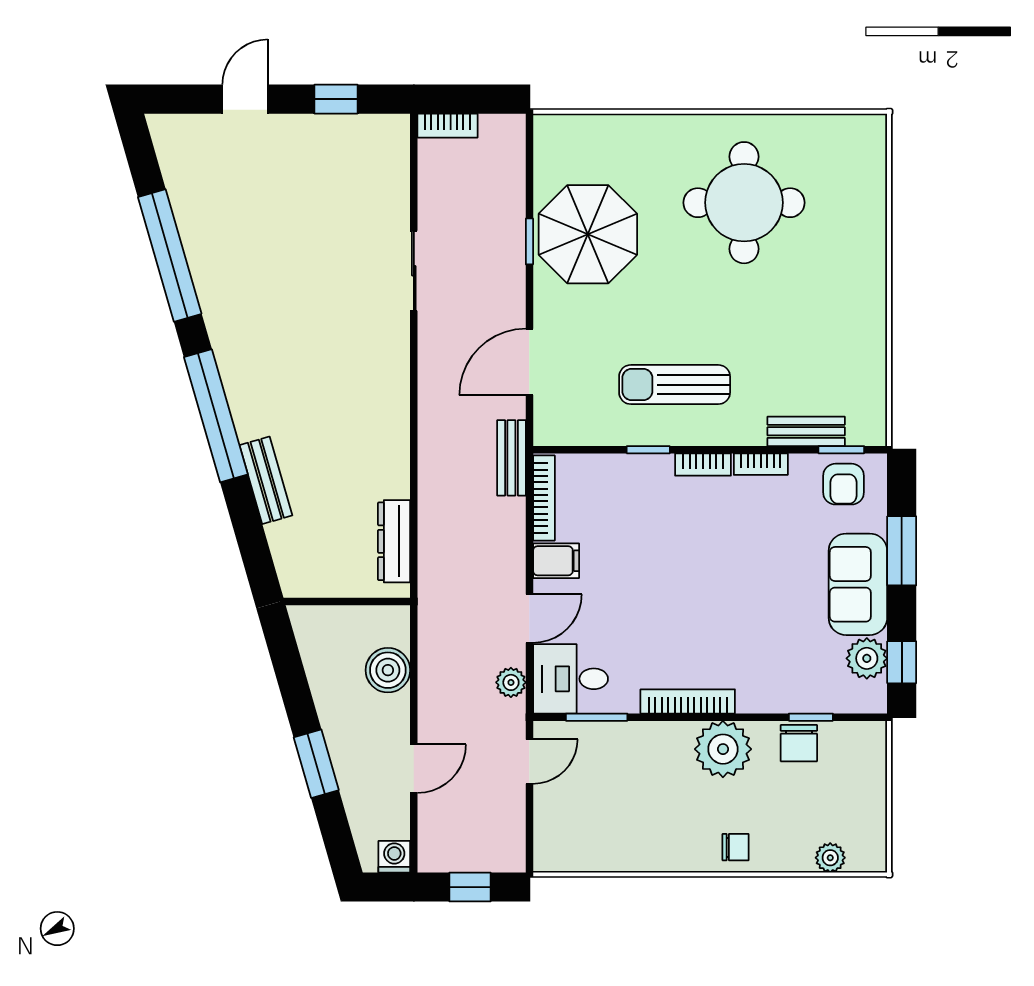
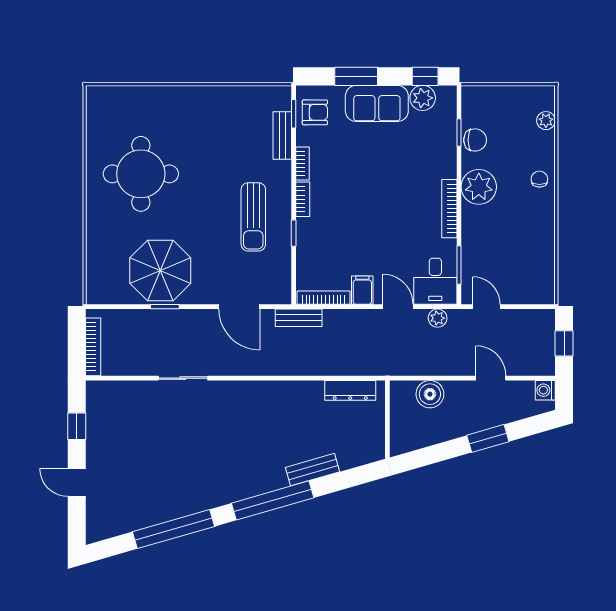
bookcase: (447, 126) -> (93, 347), width x1.56

